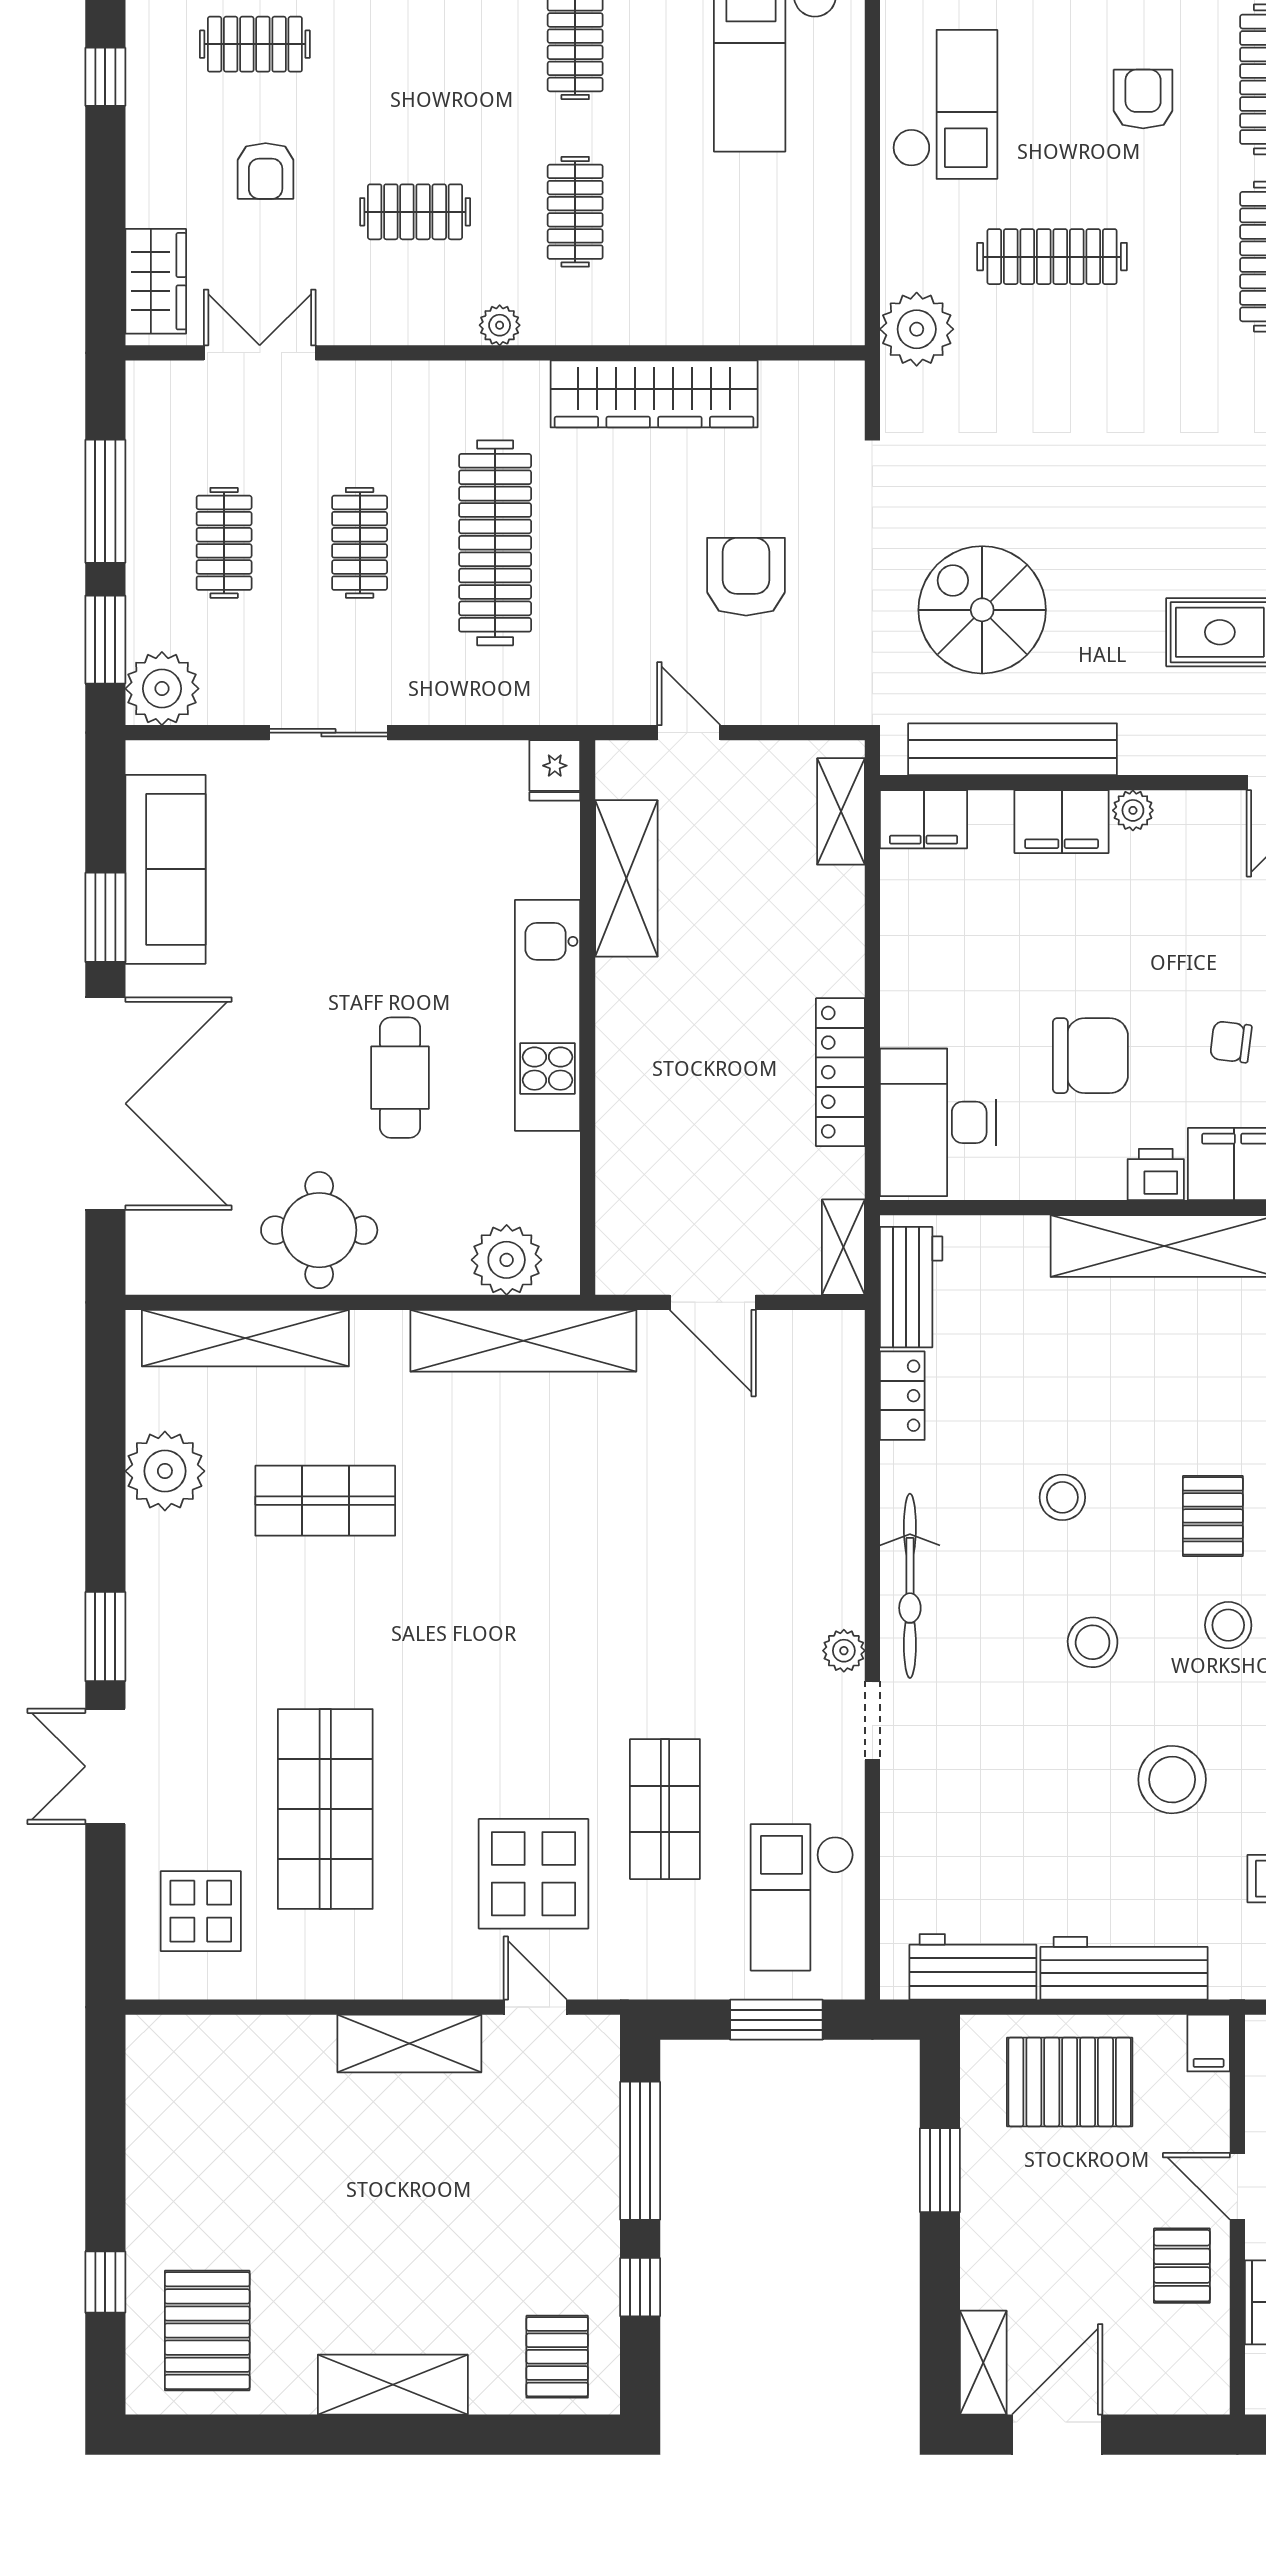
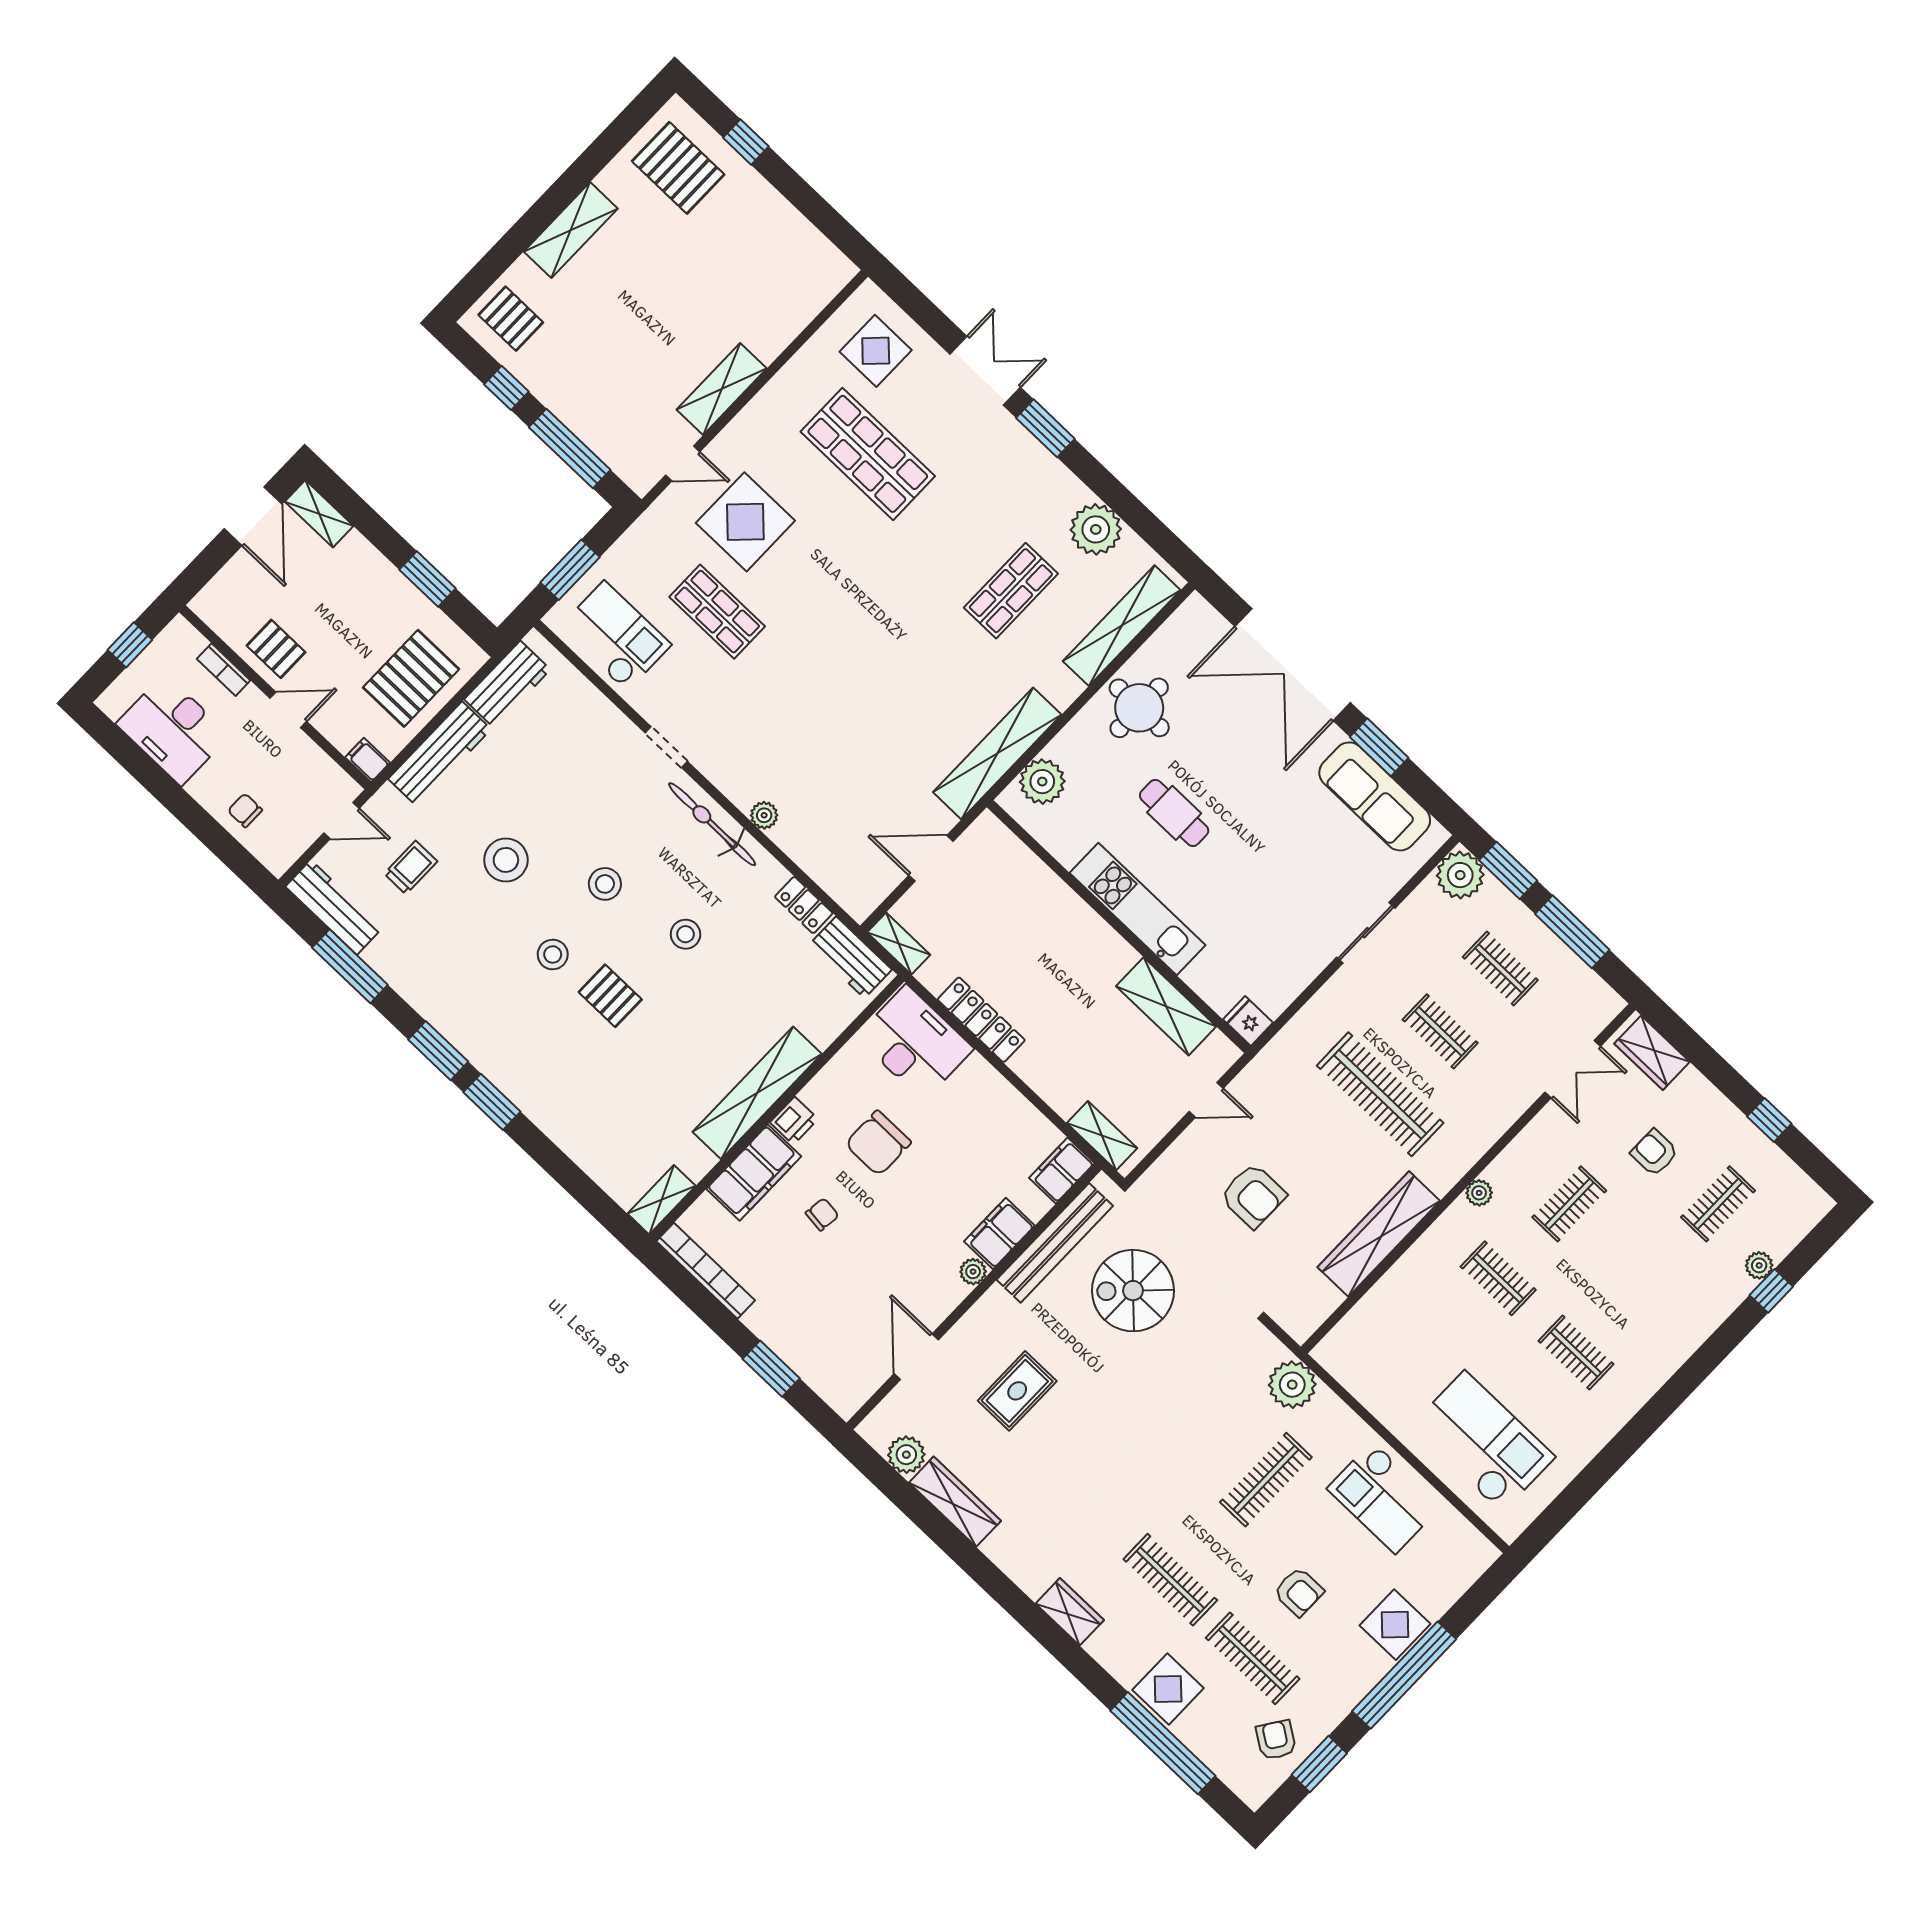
spiral stairs: (982, 610) -> (1133, 1291), turned 180
plant: (844, 1651) -> (764, 815), moved

